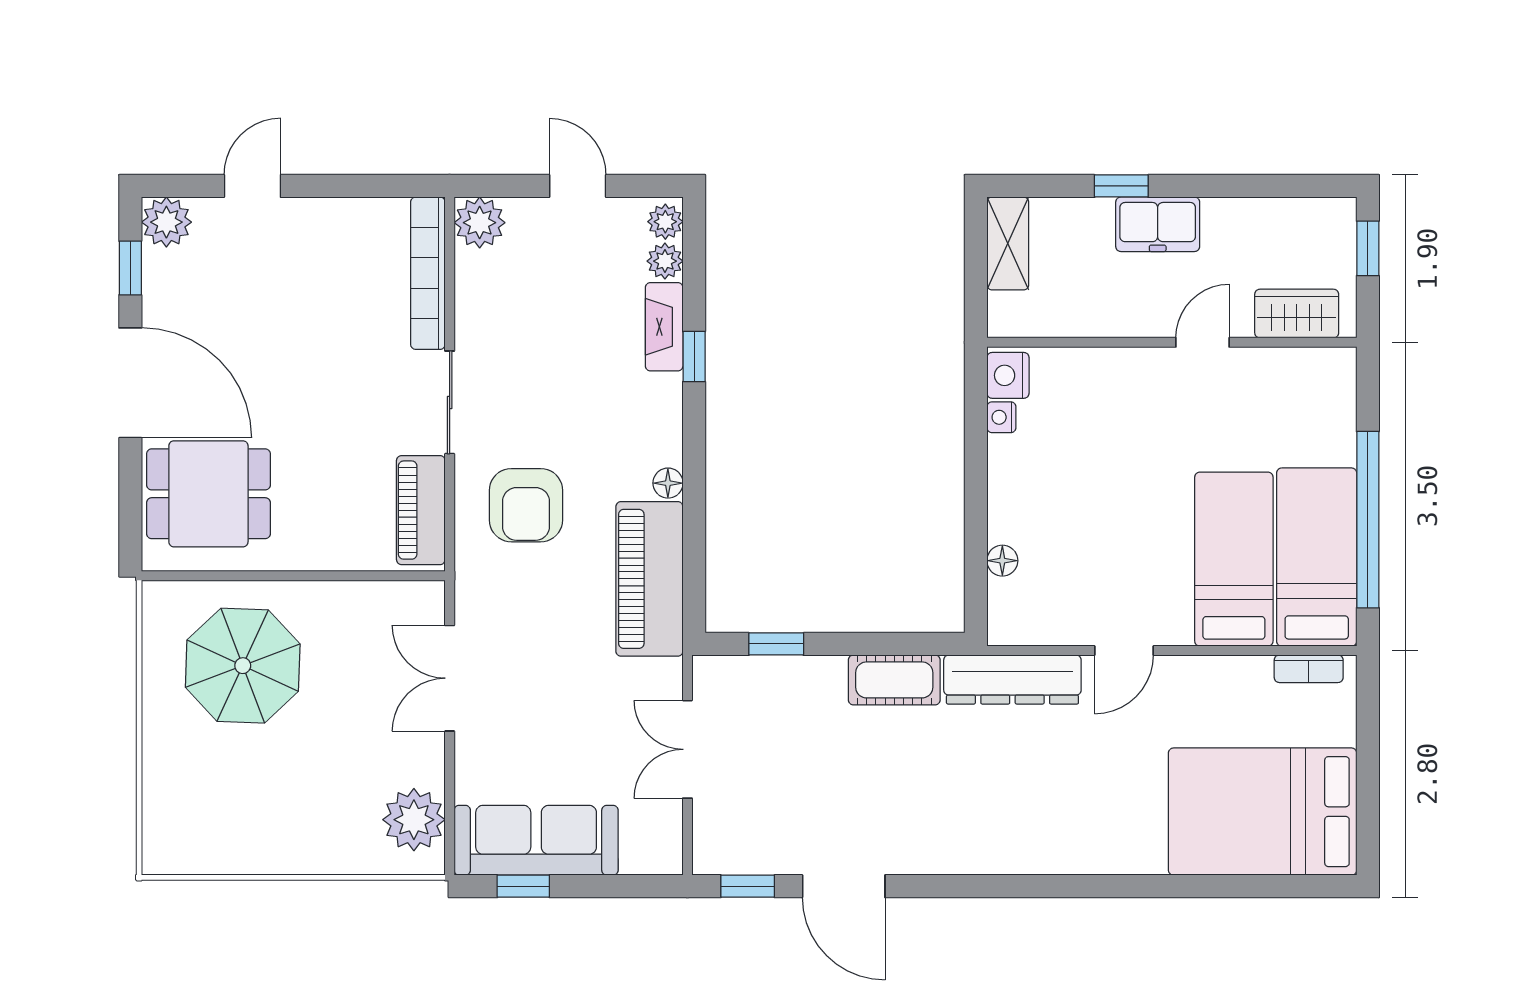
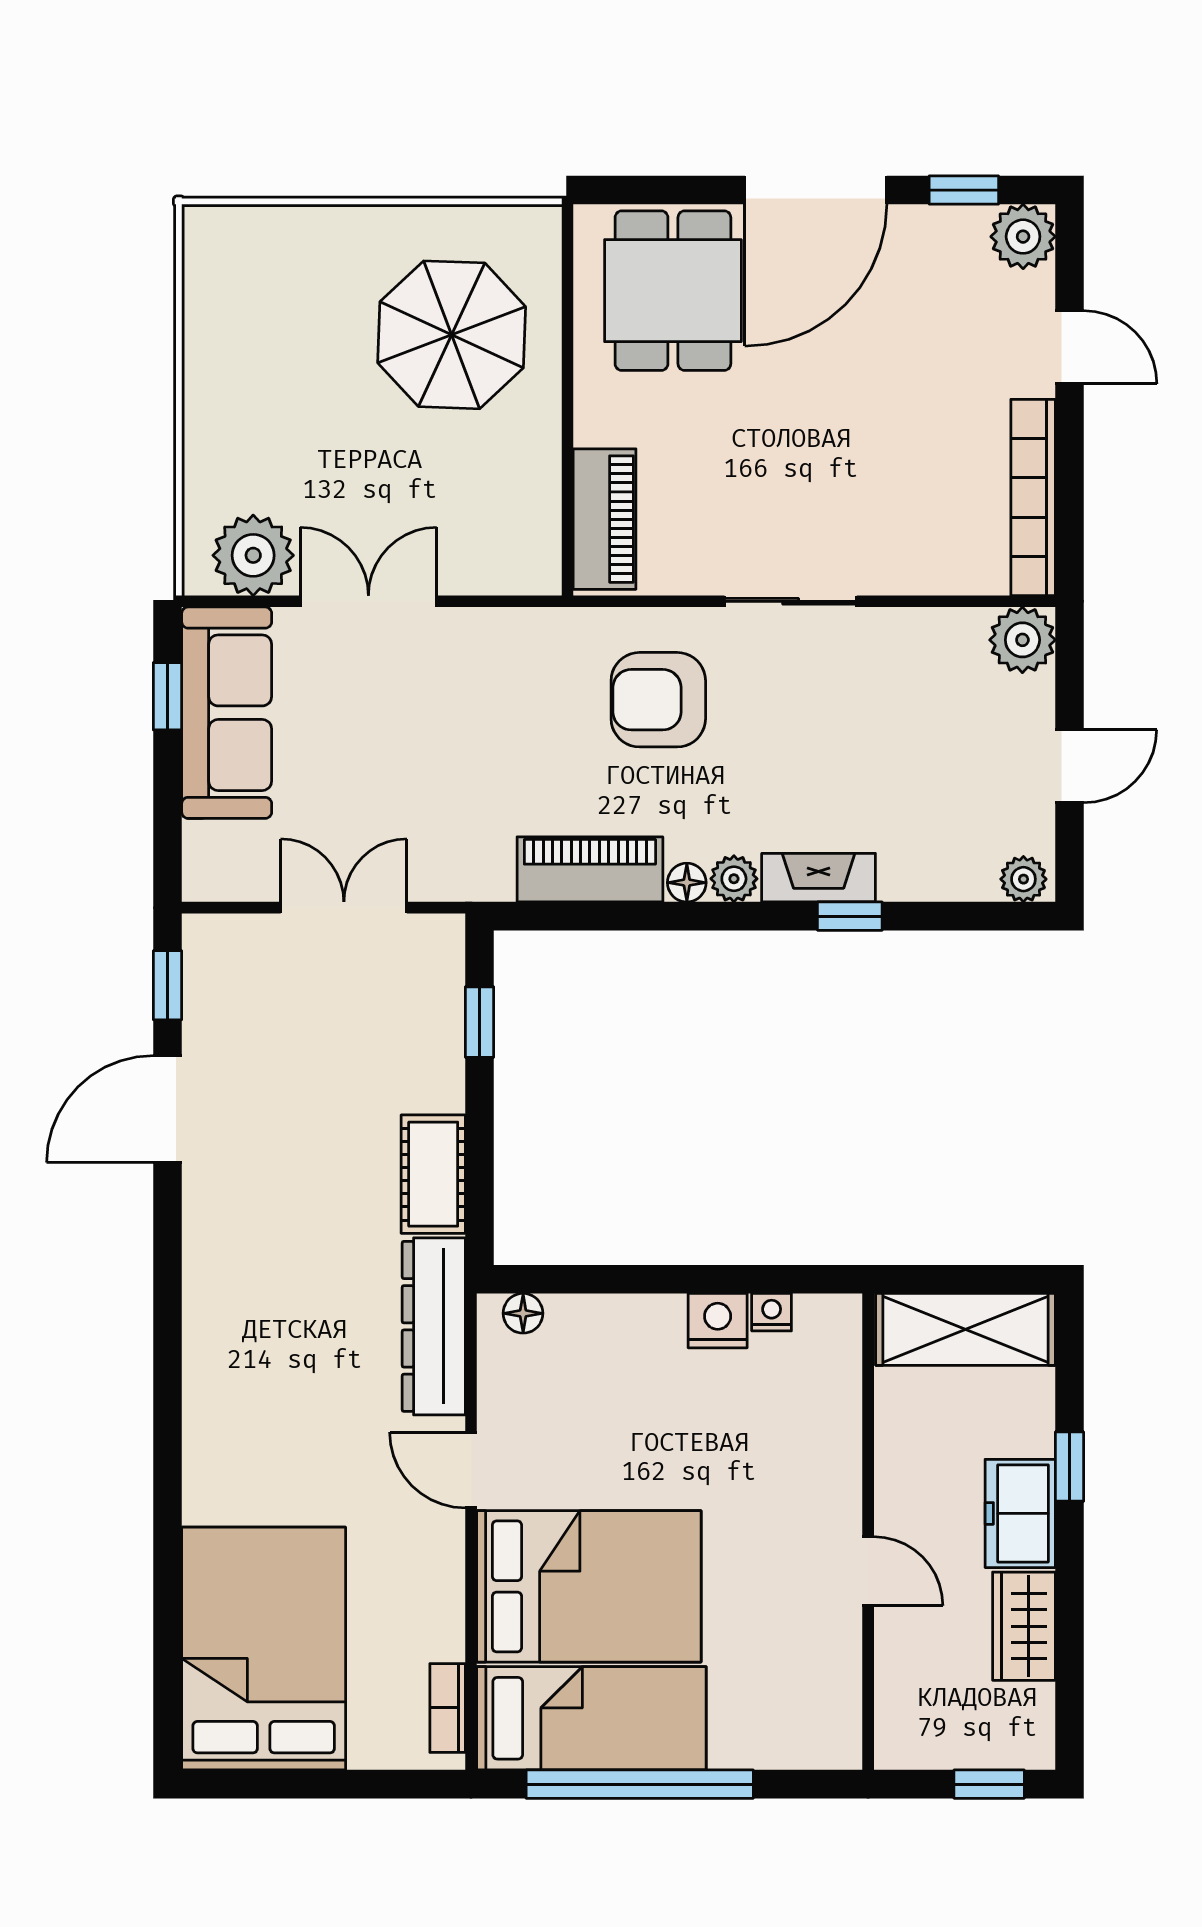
shelving: (1008, 243) -> (965, 1329), width x1.50, depth x1.33
plant: (665, 261) -> (734, 879), moved
bookcase: (428, 273) -> (1033, 497), moved, turned -90
wardrobe: (1297, 314) -> (1024, 1626), moved, turned 180
fireplace: (664, 327) -> (819, 878), moved
nightstand: (1008, 375) -> (718, 1321), moved
piano: (421, 510) -> (605, 519), moved, turned 90
bed: (1234, 559) -> (589, 1586), width x1.50
floor lamp: (1002, 561) -> (523, 1313), moved
piano: (649, 579) -> (590, 869), width x0.73, depth x0.75
double door: (450, 678) -> (368, 601), moved

